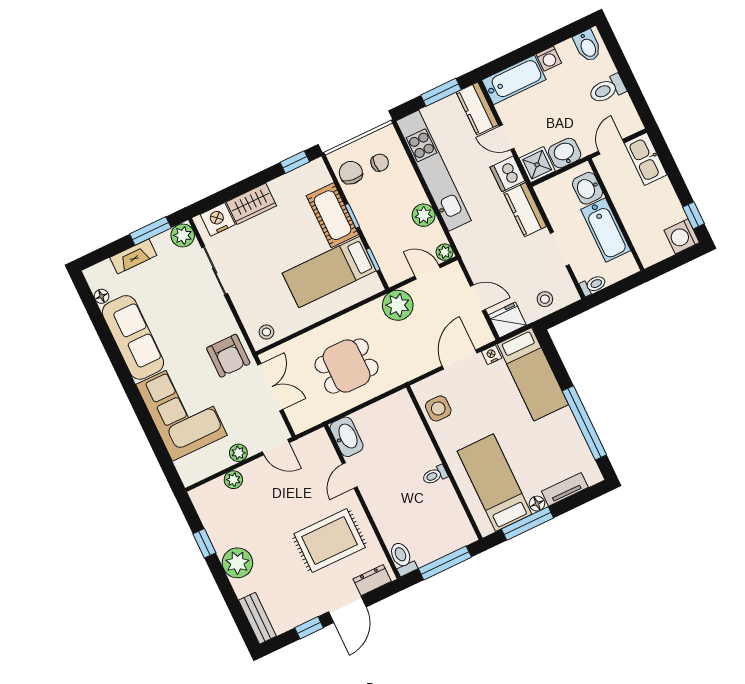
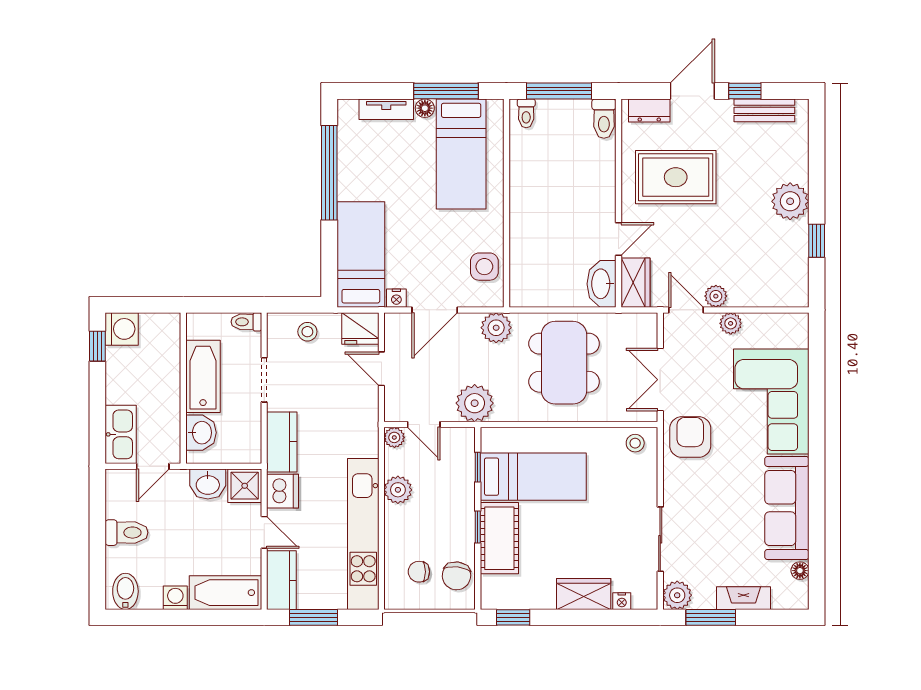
nightstand: (218, 219) -> (622, 601), width x0.53, depth x0.56
dining table: (347, 366) -> (564, 363), width x1.38
plant: (408, 368) -> (496, 328), added
wardrobe: (322, 449) -> (635, 283), added
toilet: (435, 475) -> (526, 113), moved, turned 90
plant: (233, 480) -> (716, 296), moved
bench: (257, 618) -> (764, 110), moved, turned 90

